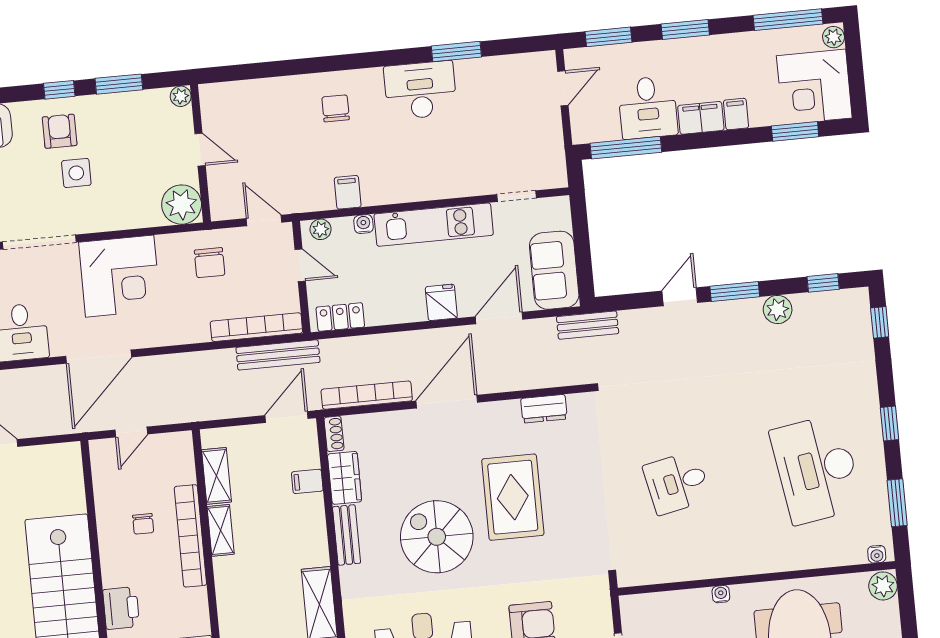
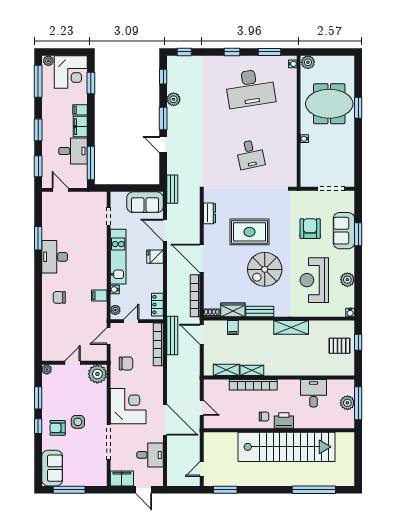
chair: (143, 524) -> (264, 416), moved

